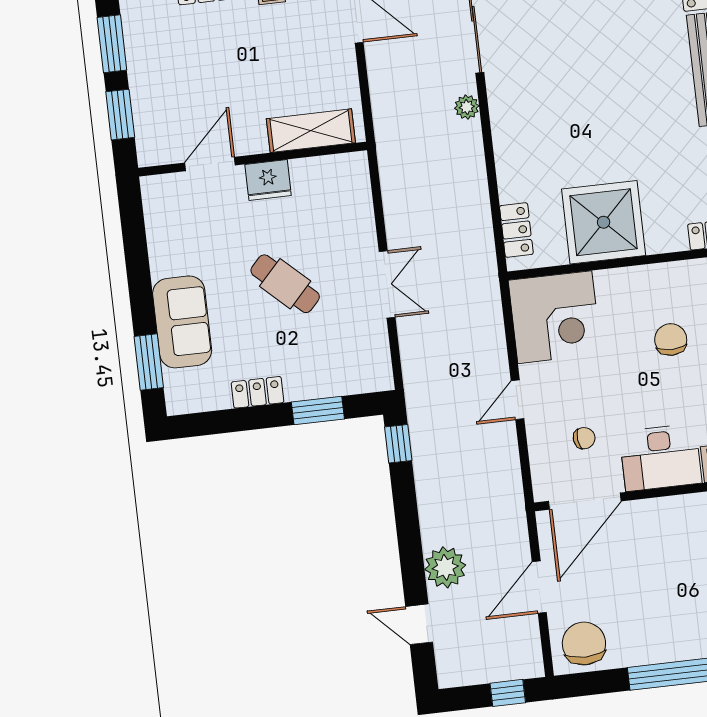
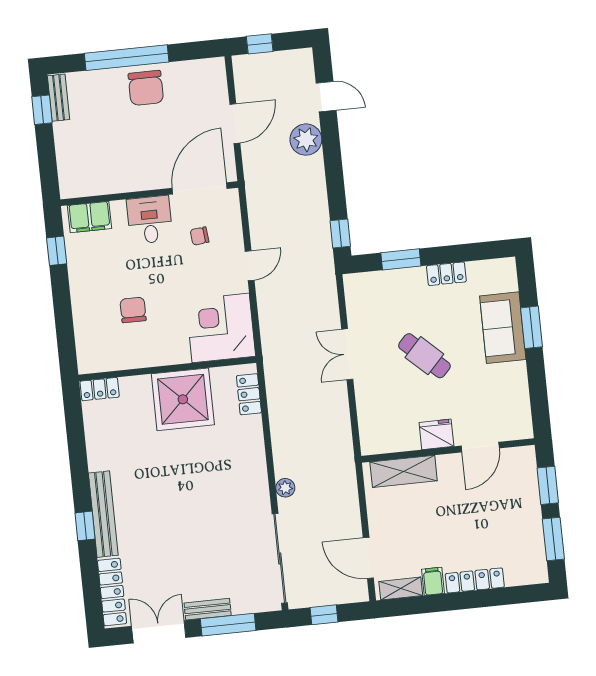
chair: (671, 340) -> (133, 310), turned 180
window: (149, 362) -> (531, 327), moved
desk: (661, 458) -> (150, 220), width x0.73
chair: (584, 644) -> (146, 88), moved

